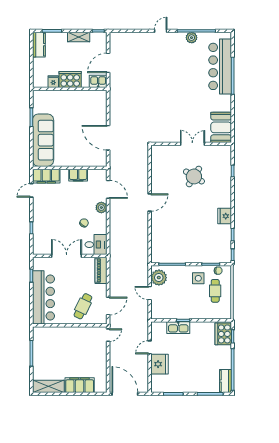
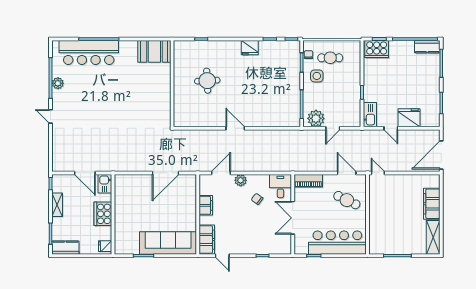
fridge: (53, 82) -> (105, 246), moved
double door: (192, 144) -> (172, 82), removed
round table: (194, 176) -> (207, 81), turned -35
kitchen sink: (178, 328) -> (370, 115), moved

